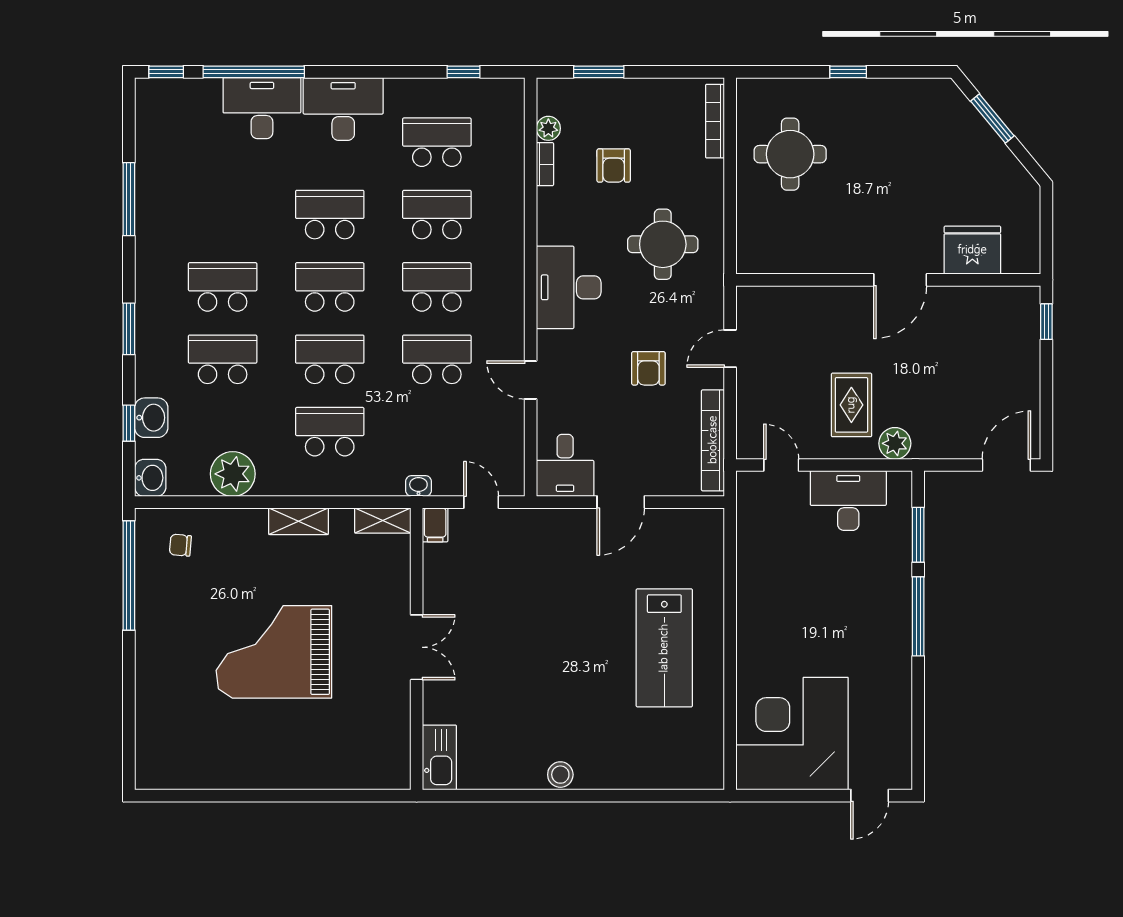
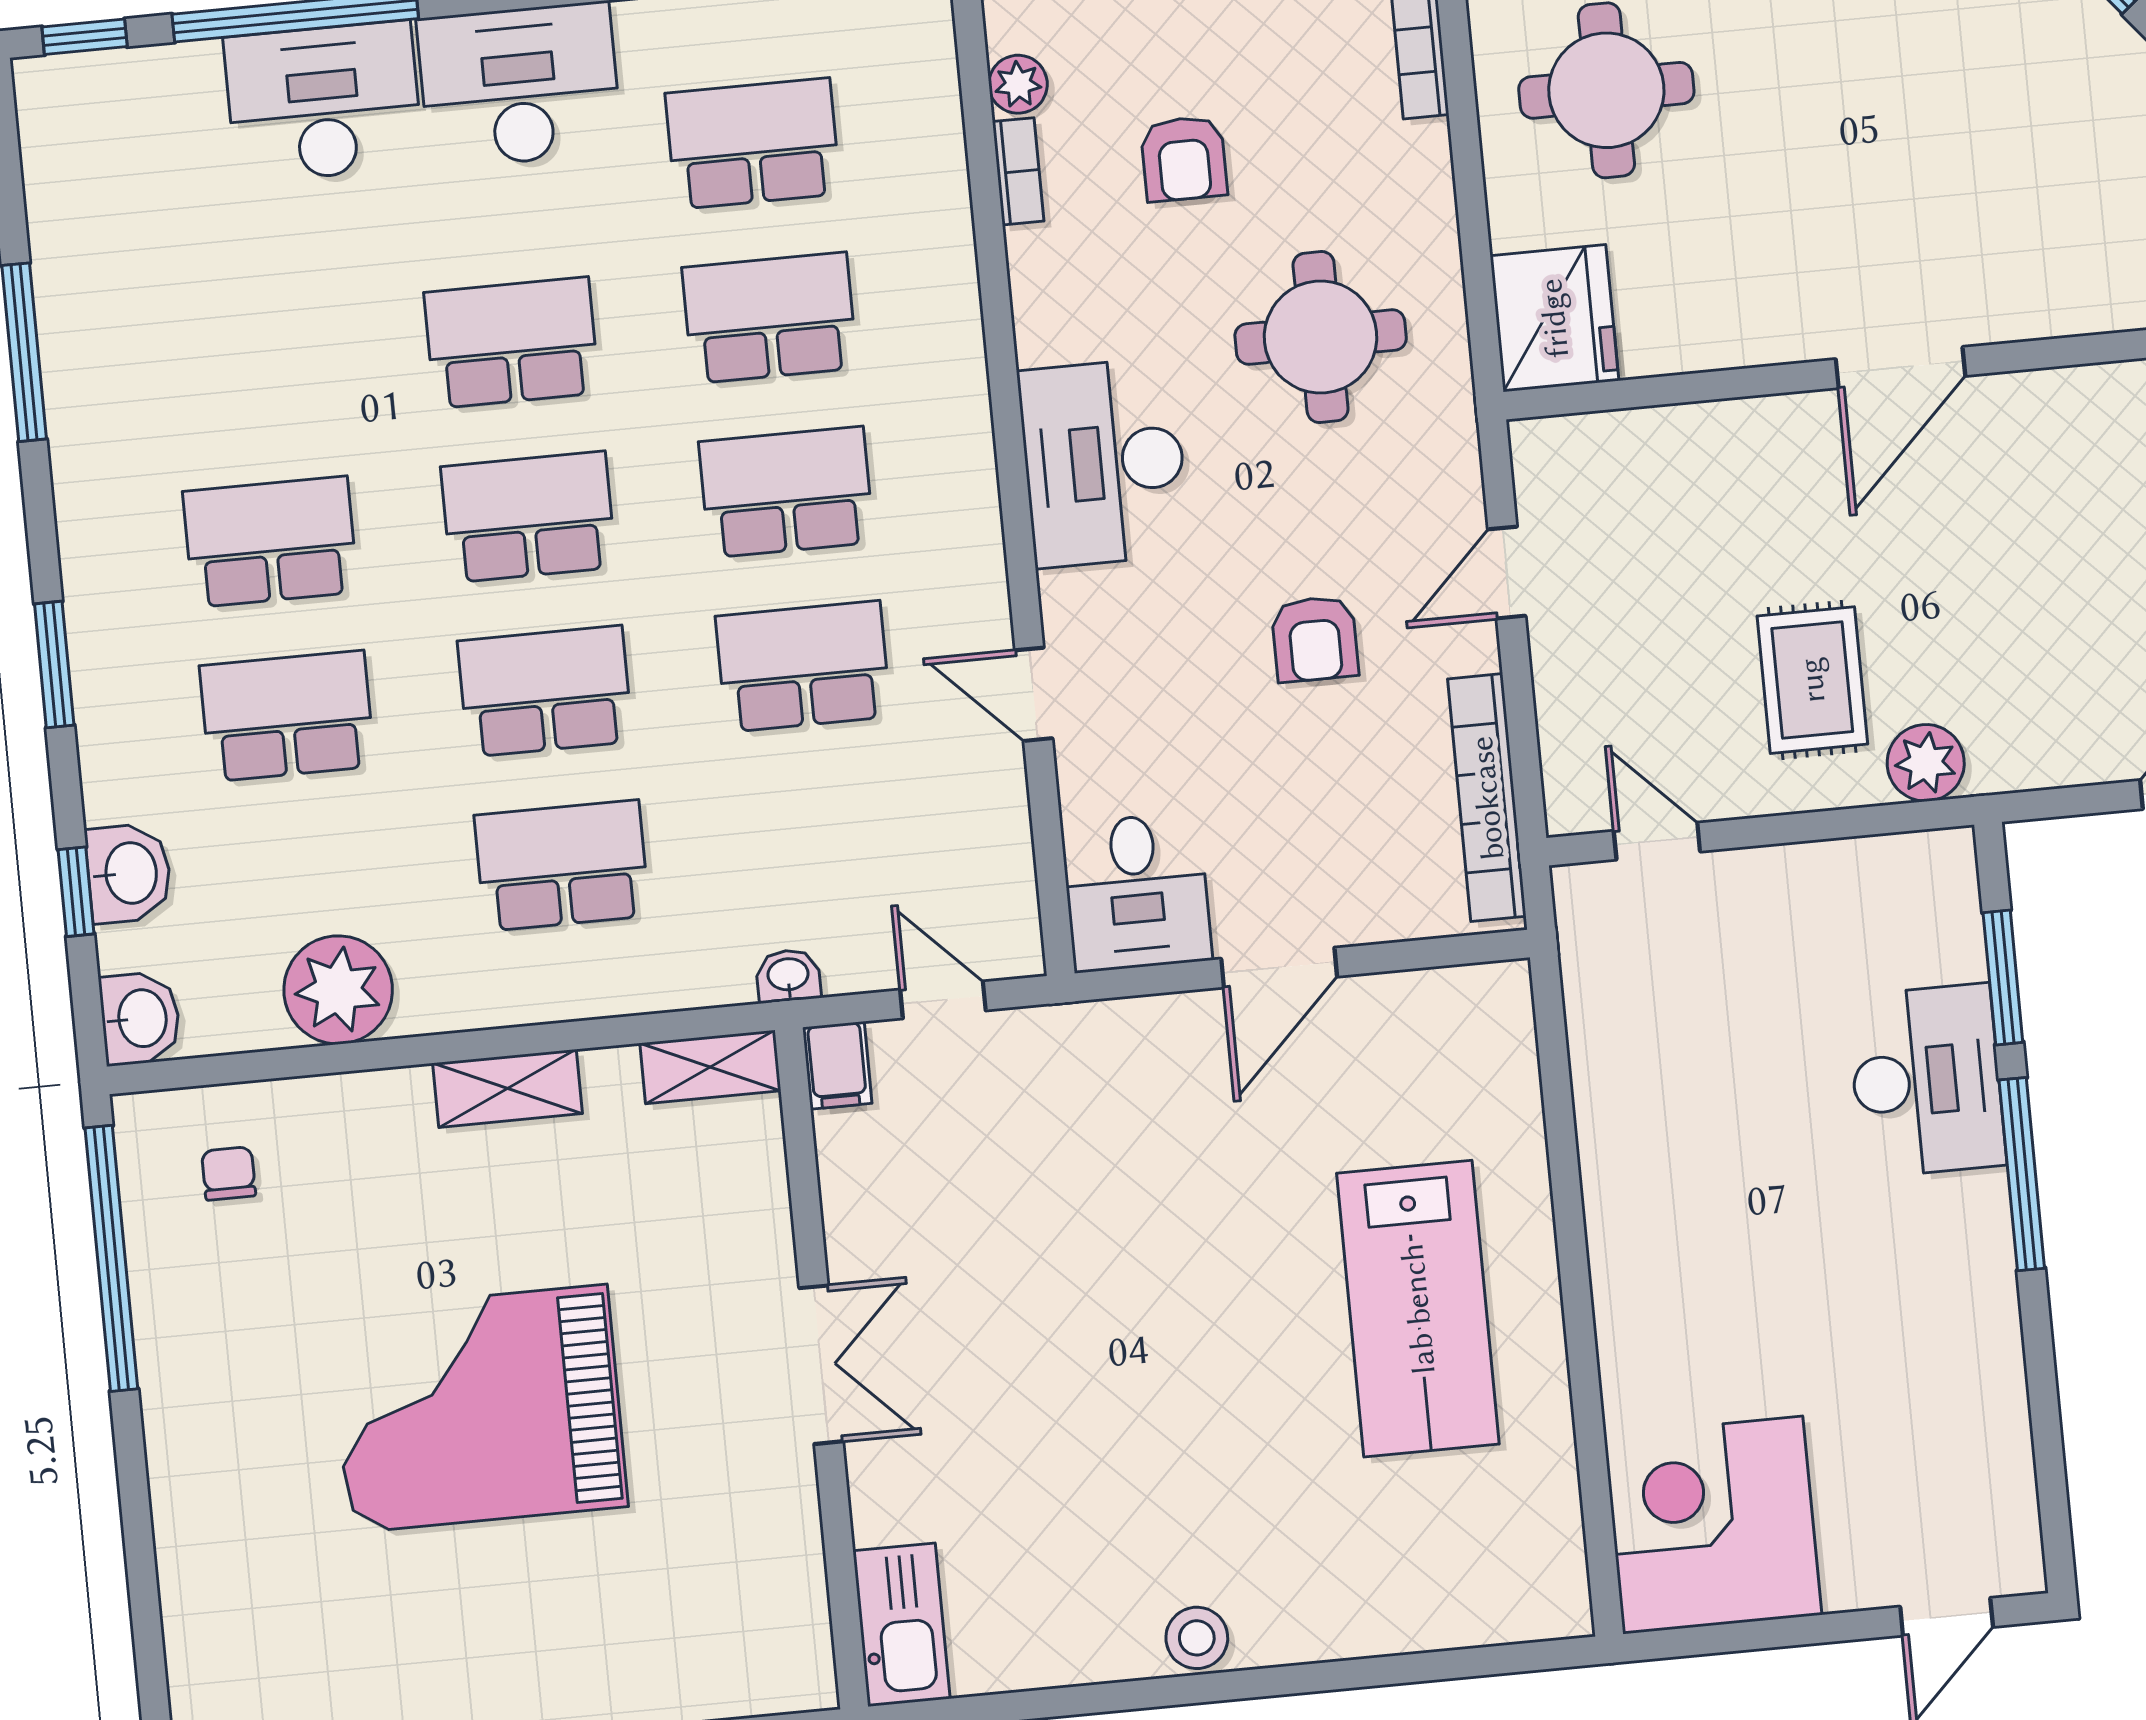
fridge: (972, 250) -> (1554, 318), moved, turned 90
desk: (848, 501) -> (1926, 1080), moved, turned 90
chair: (180, 545) -> (229, 1173), turned 85
corner desk: (792, 734) -> (1713, 1525), width x0.74, depth x0.74

